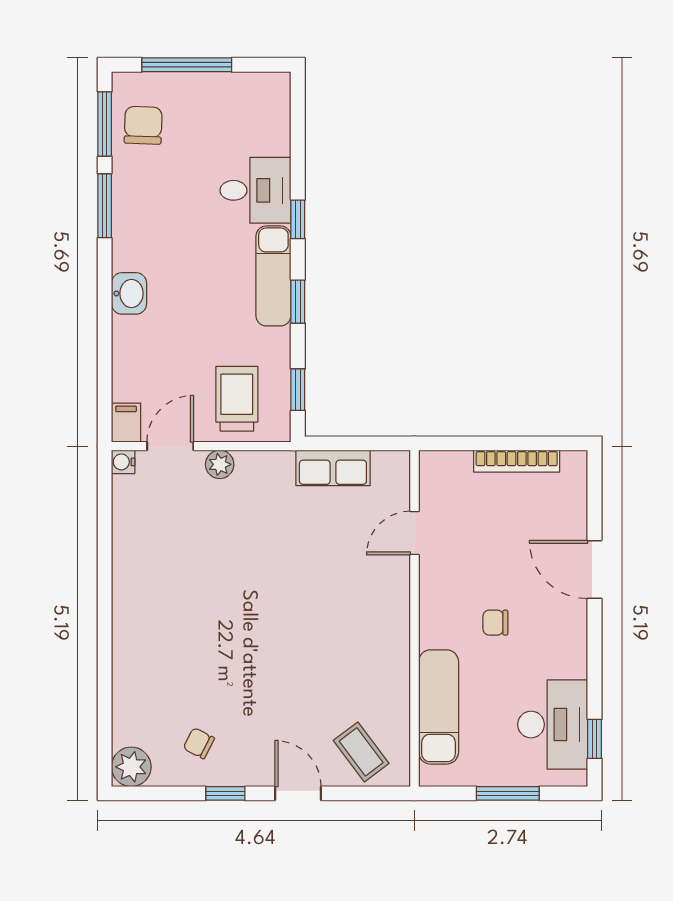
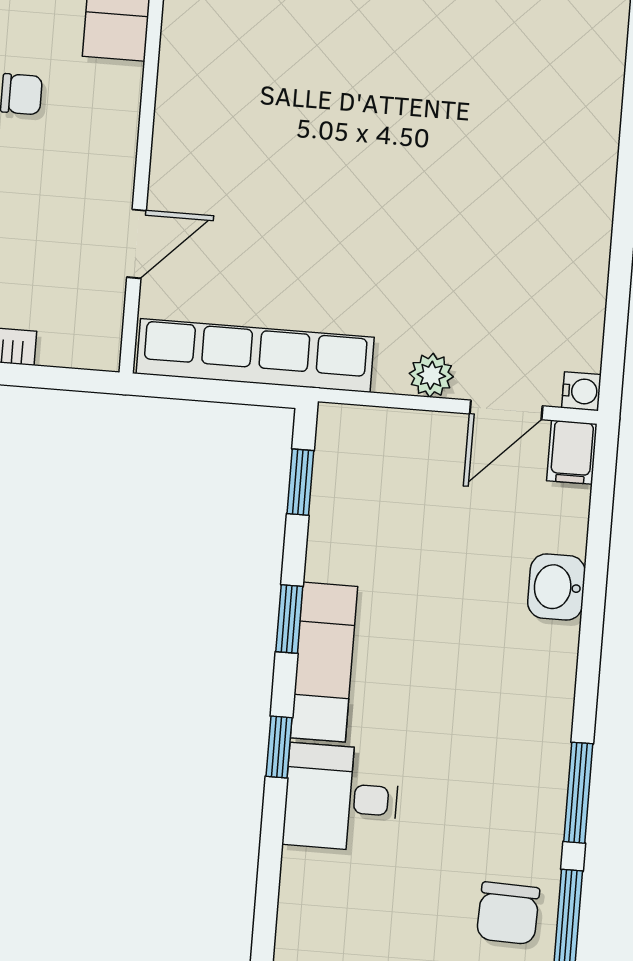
washbasin: (129, 293) -> (556, 587), moved
trolley: (237, 399) -> (396, 475), removed
row of seats: (333, 468) -> (255, 355), width x2.02

